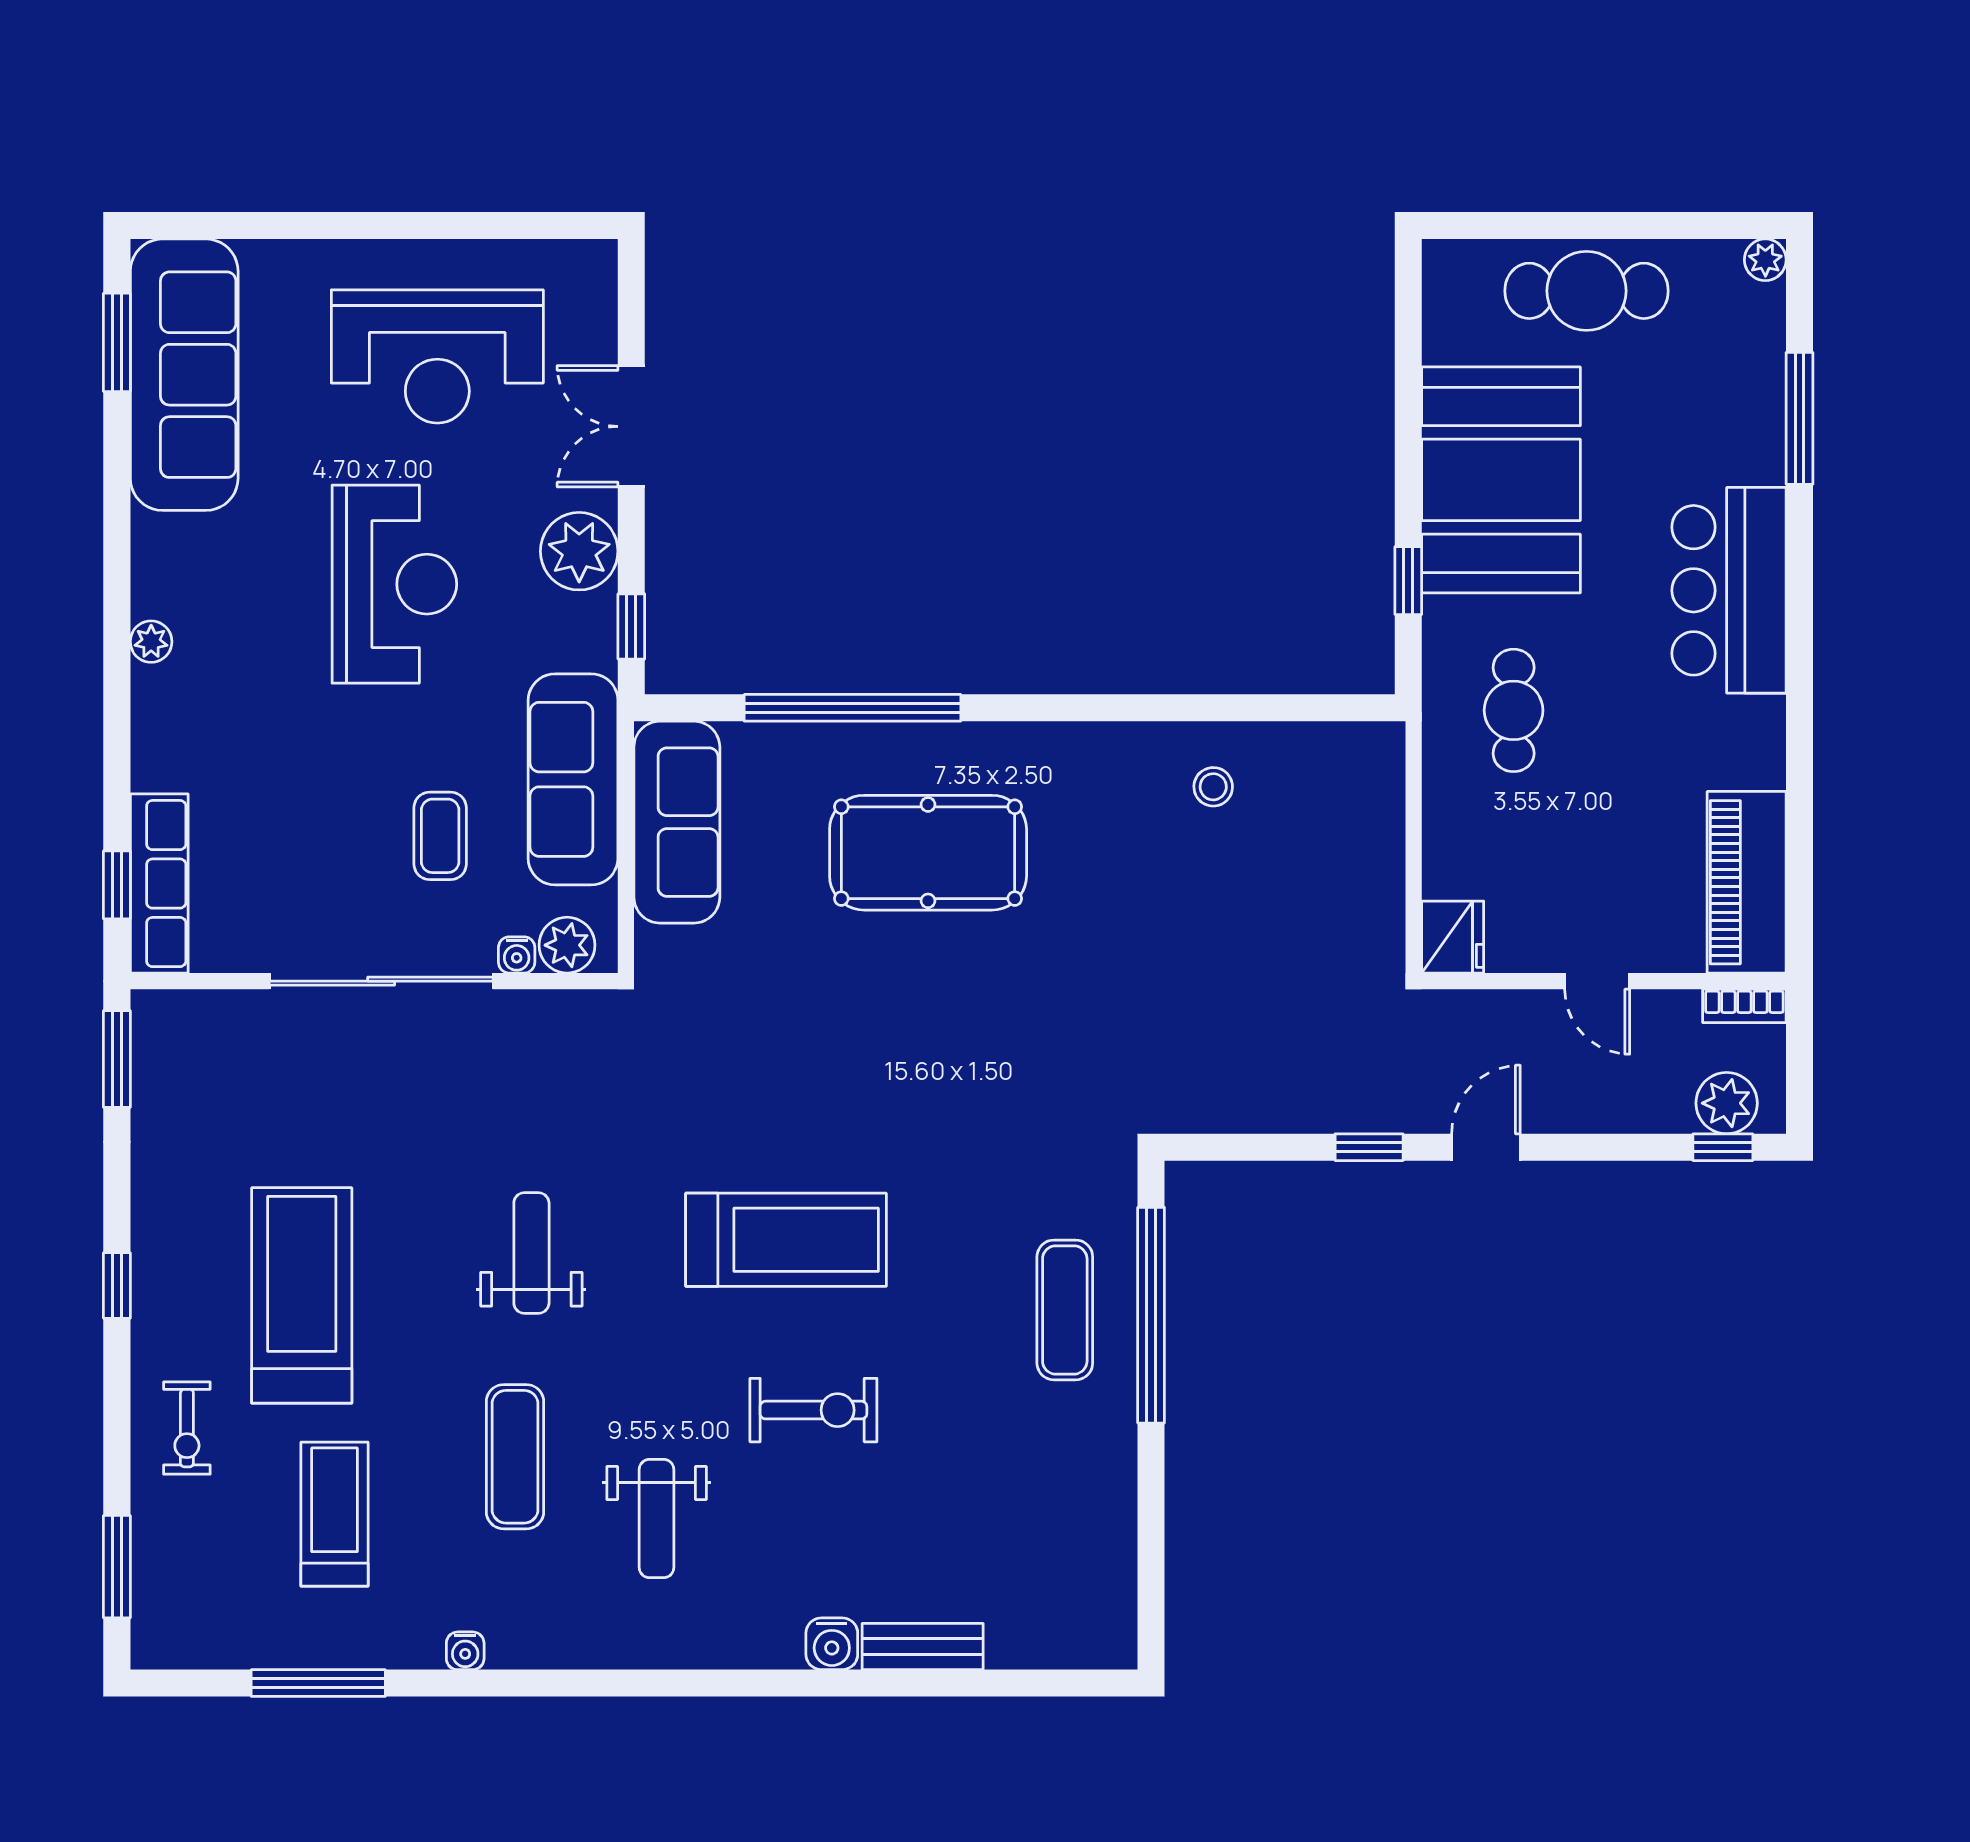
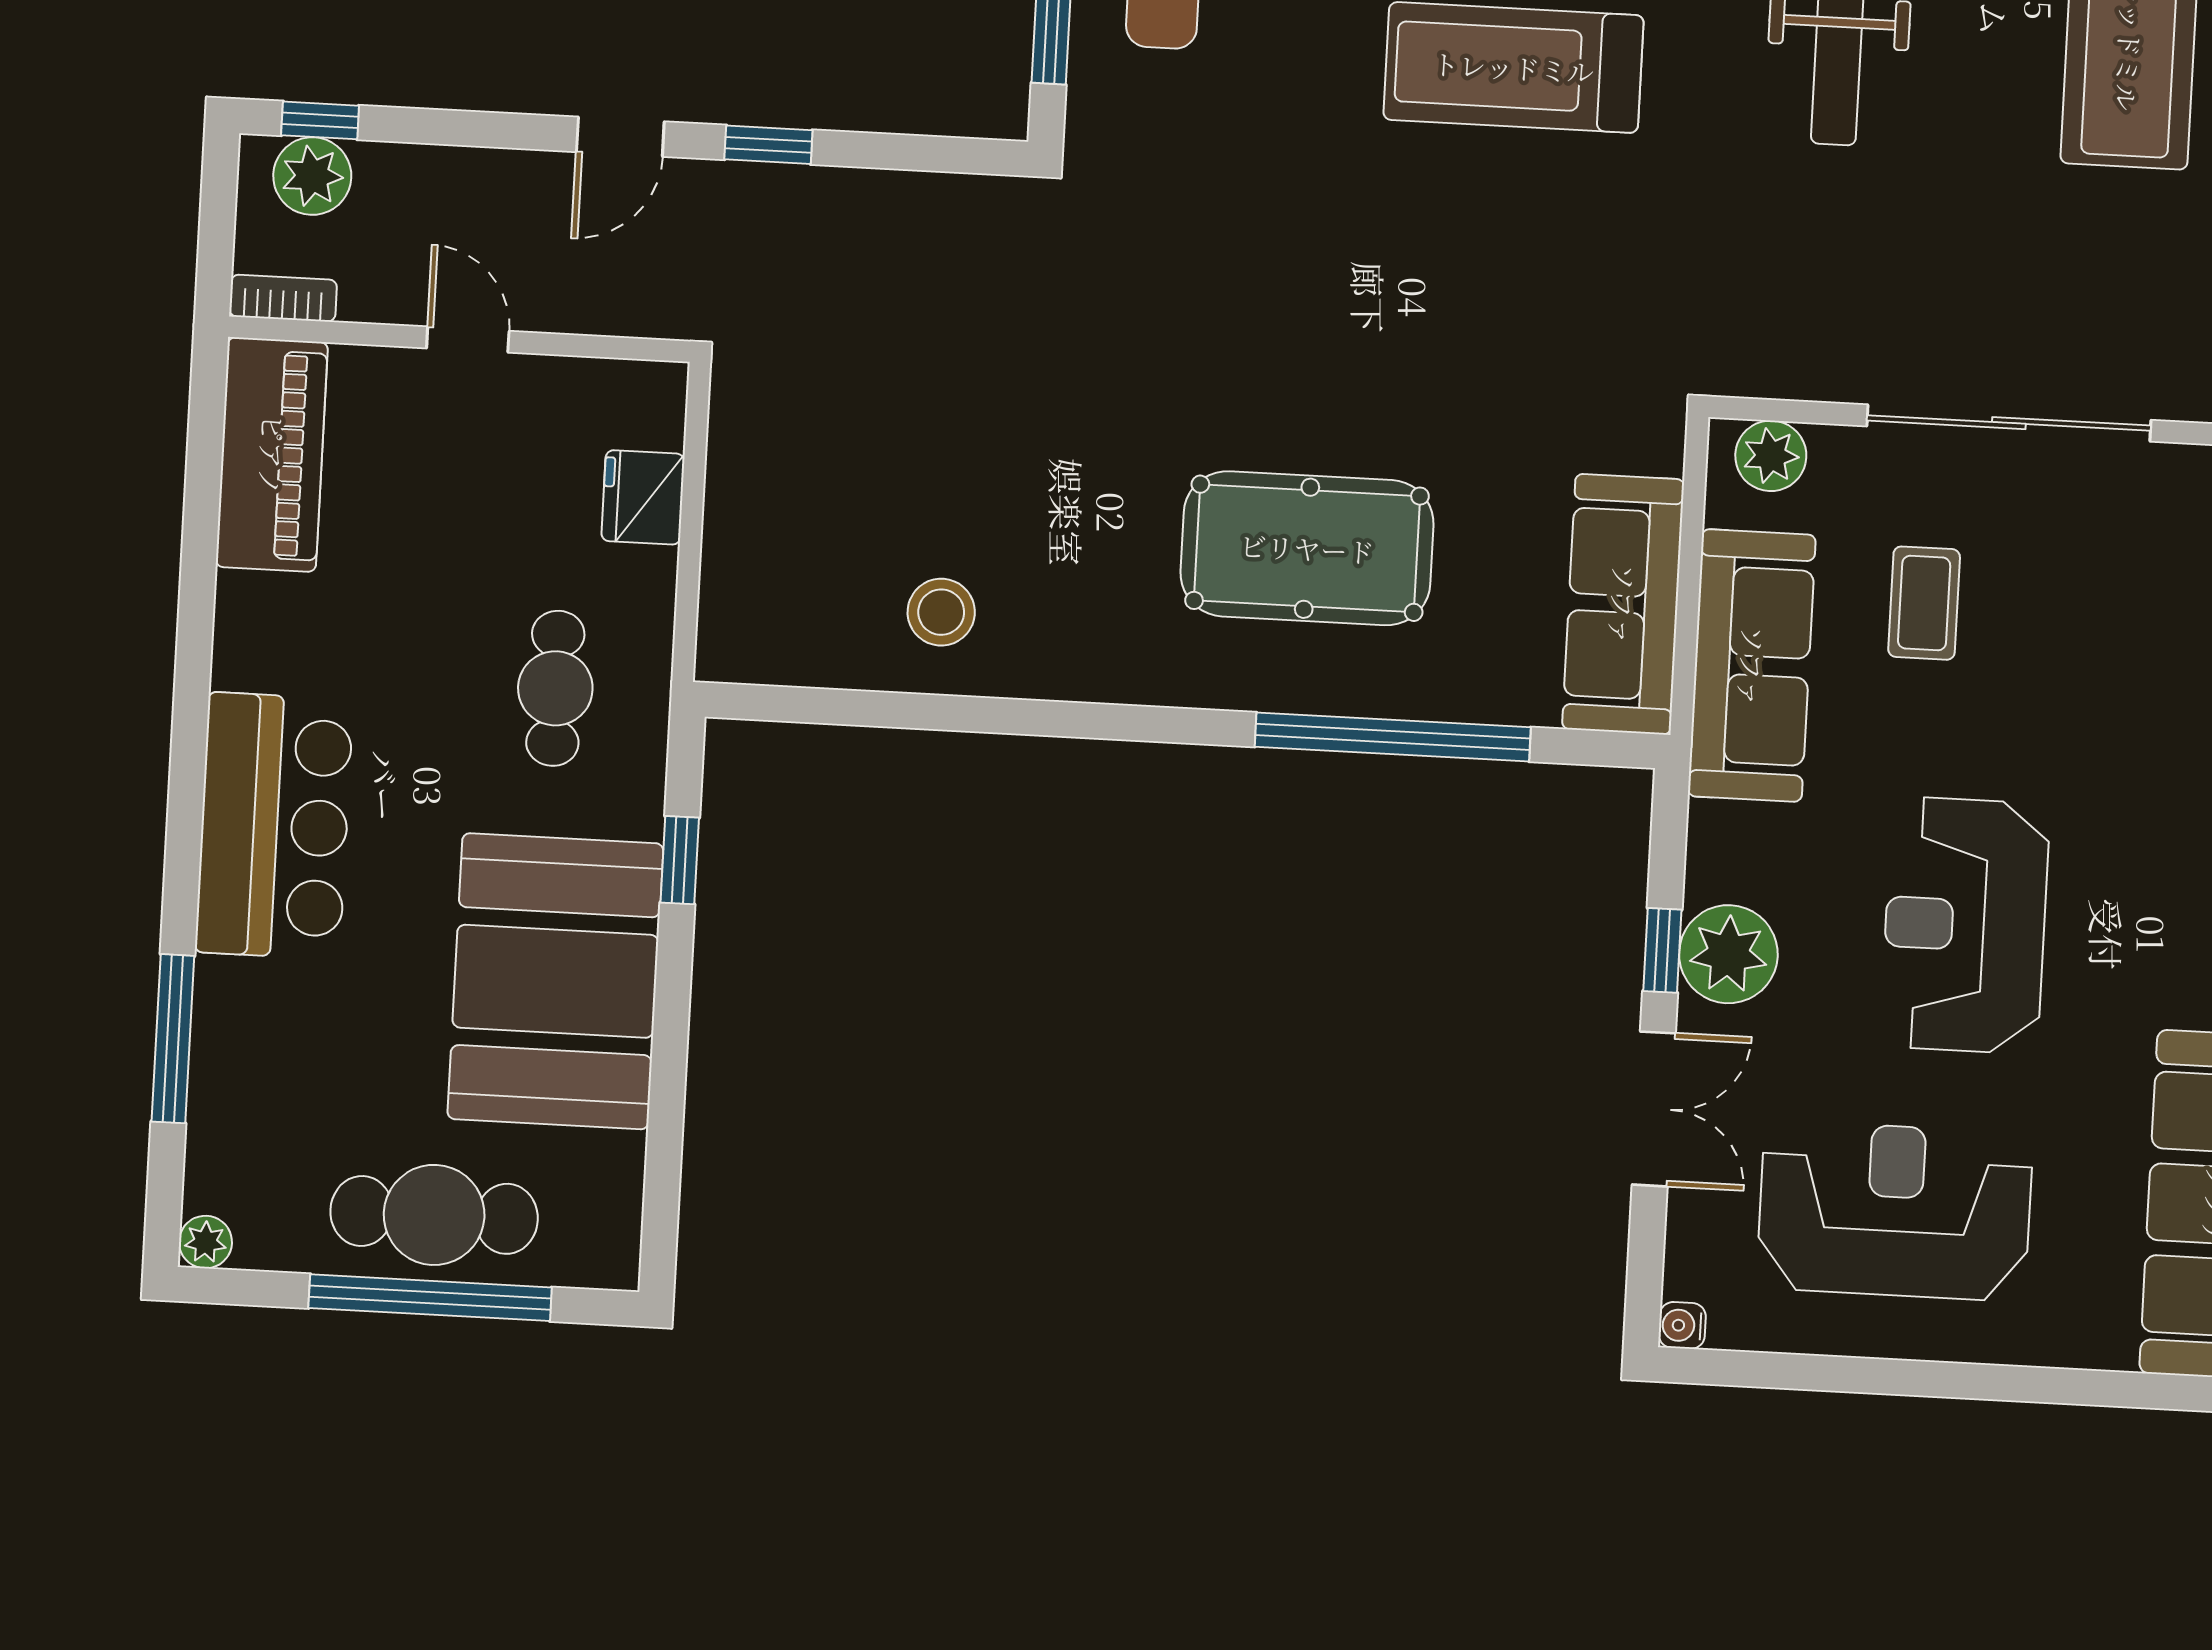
window: (1586, 226) -> (430, 1298), added
window: (631, 626) -> (1662, 950), moved
stool: (1213, 787) -> (941, 612), width x1.37, depth x1.37
fridge: (1453, 937) -> (643, 497), moved
water cooler: (517, 955) -> (1682, 1325), moved, turned -90

